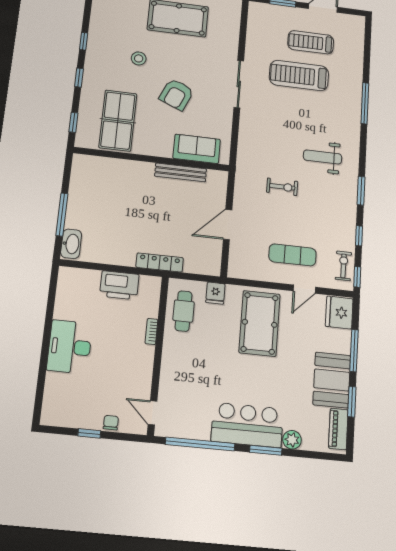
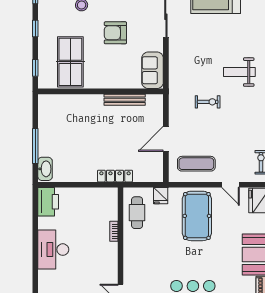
armchair: (176, 94) -> (115, 33), turned 67
sofa: (197, 149) -> (153, 70), moved, turned -90
exercise mat: (292, 255) -> (196, 164), moved
printer: (119, 285) -> (48, 202), moved, turned -90
door: (304, 289) -> (231, 185), hinge flipped

